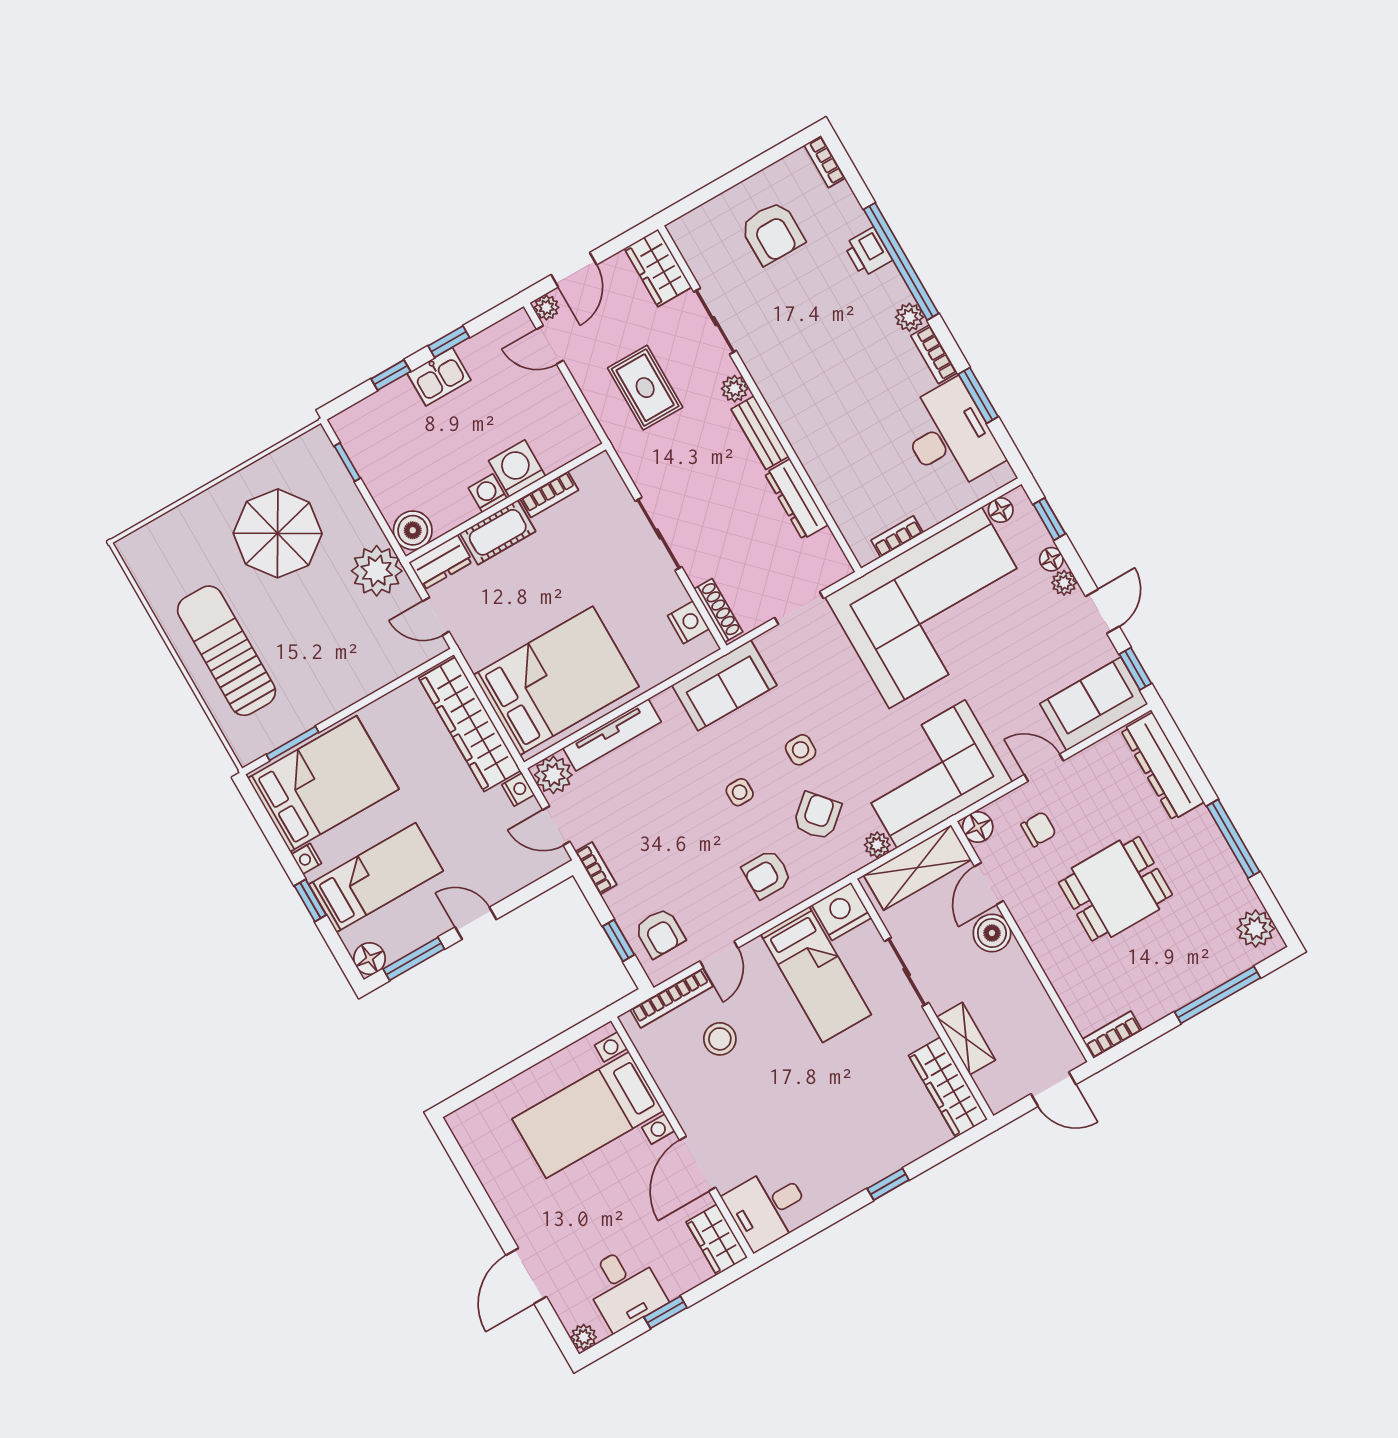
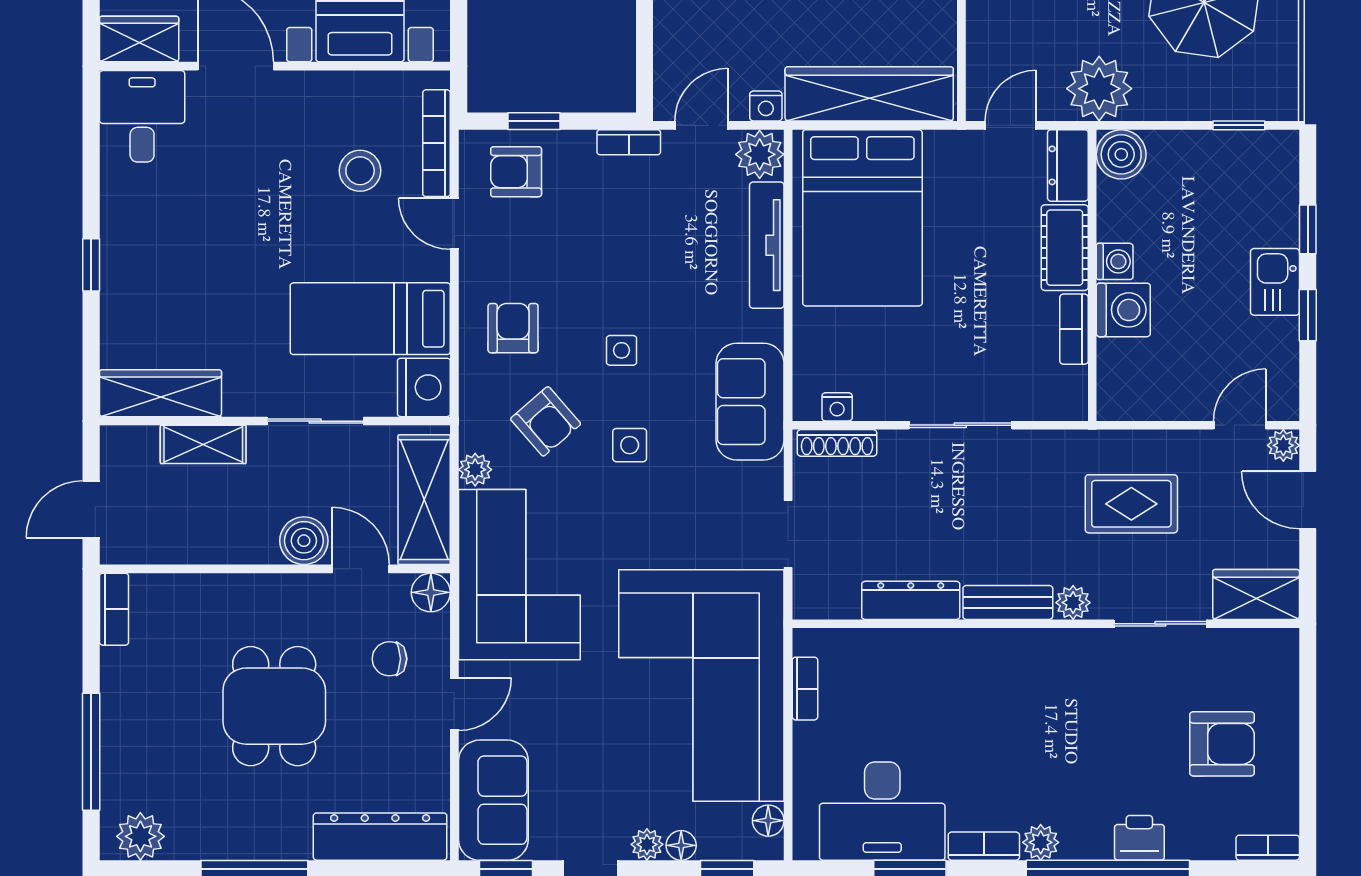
armchair: (772, 233) -> (1222, 744), turned 180
nightstand: (688, 622) -> (837, 407), width x0.72, depth x0.74
chair: (1039, 829) -> (390, 659), turned 90

